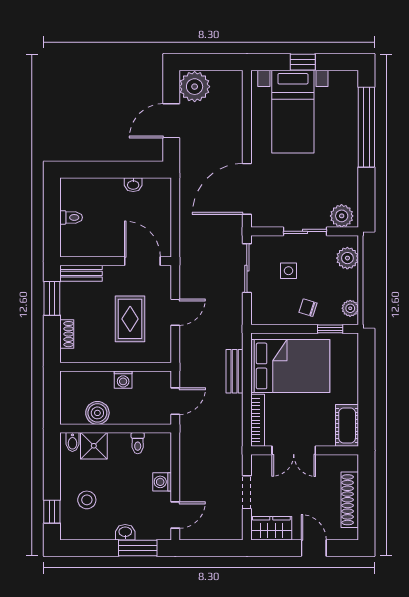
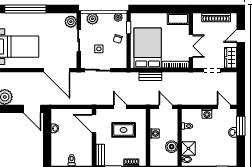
door: (171, 121) -> (32, 109), moved
door: (142, 261) -> (94, 124), hinge flipped
stool: (87, 500) -> (216, 152), removed

